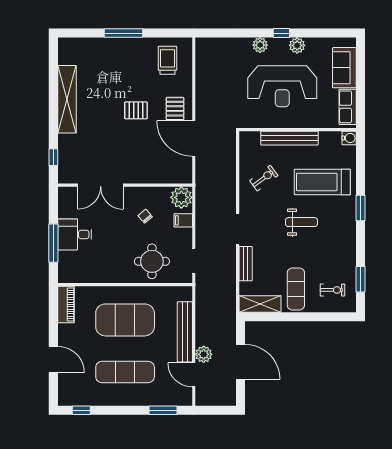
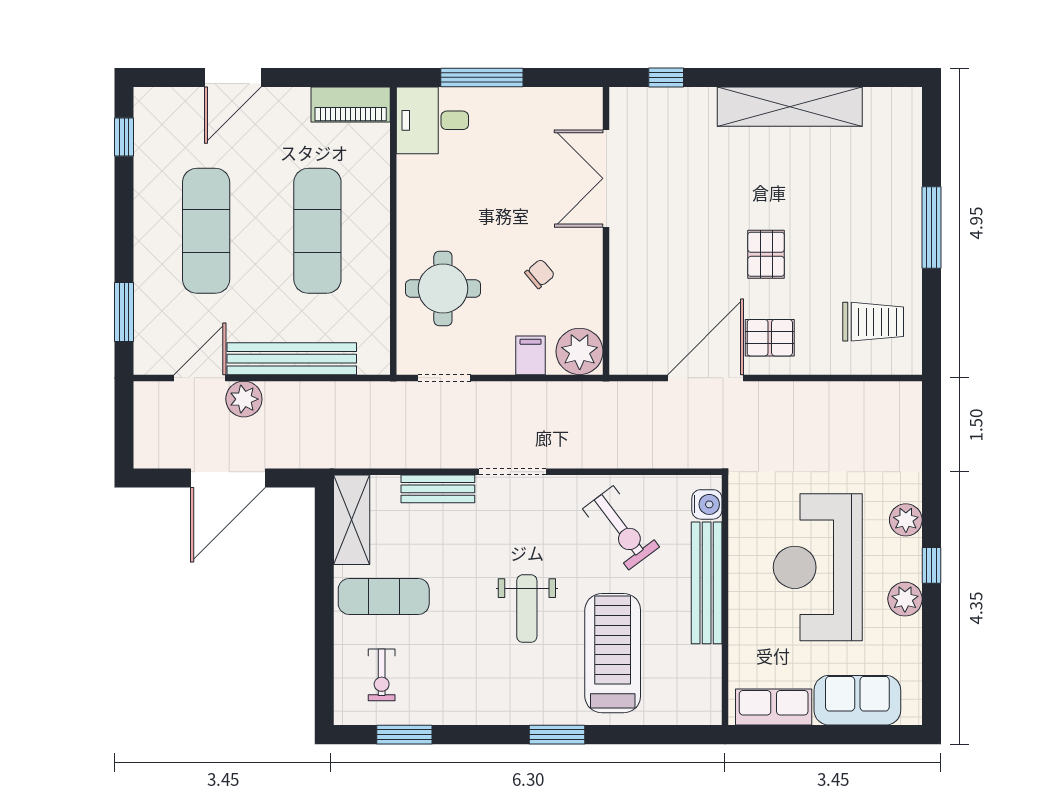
water cooler: (349, 138) -> (707, 504), moved, turned -90
exercise bike: (264, 178) -> (621, 528), width x1.38, depth x1.39
desk: (75, 234) -> (432, 120), moved, turned -90
exercise mat: (125, 320) -> (317, 231), width x0.68

